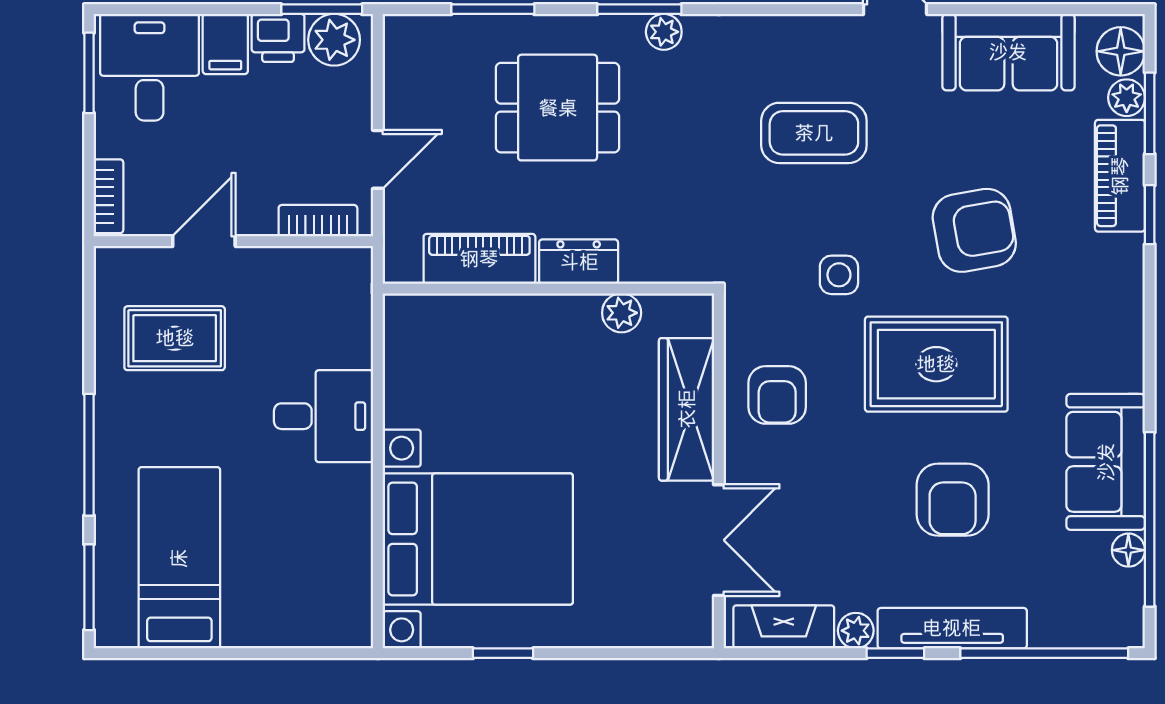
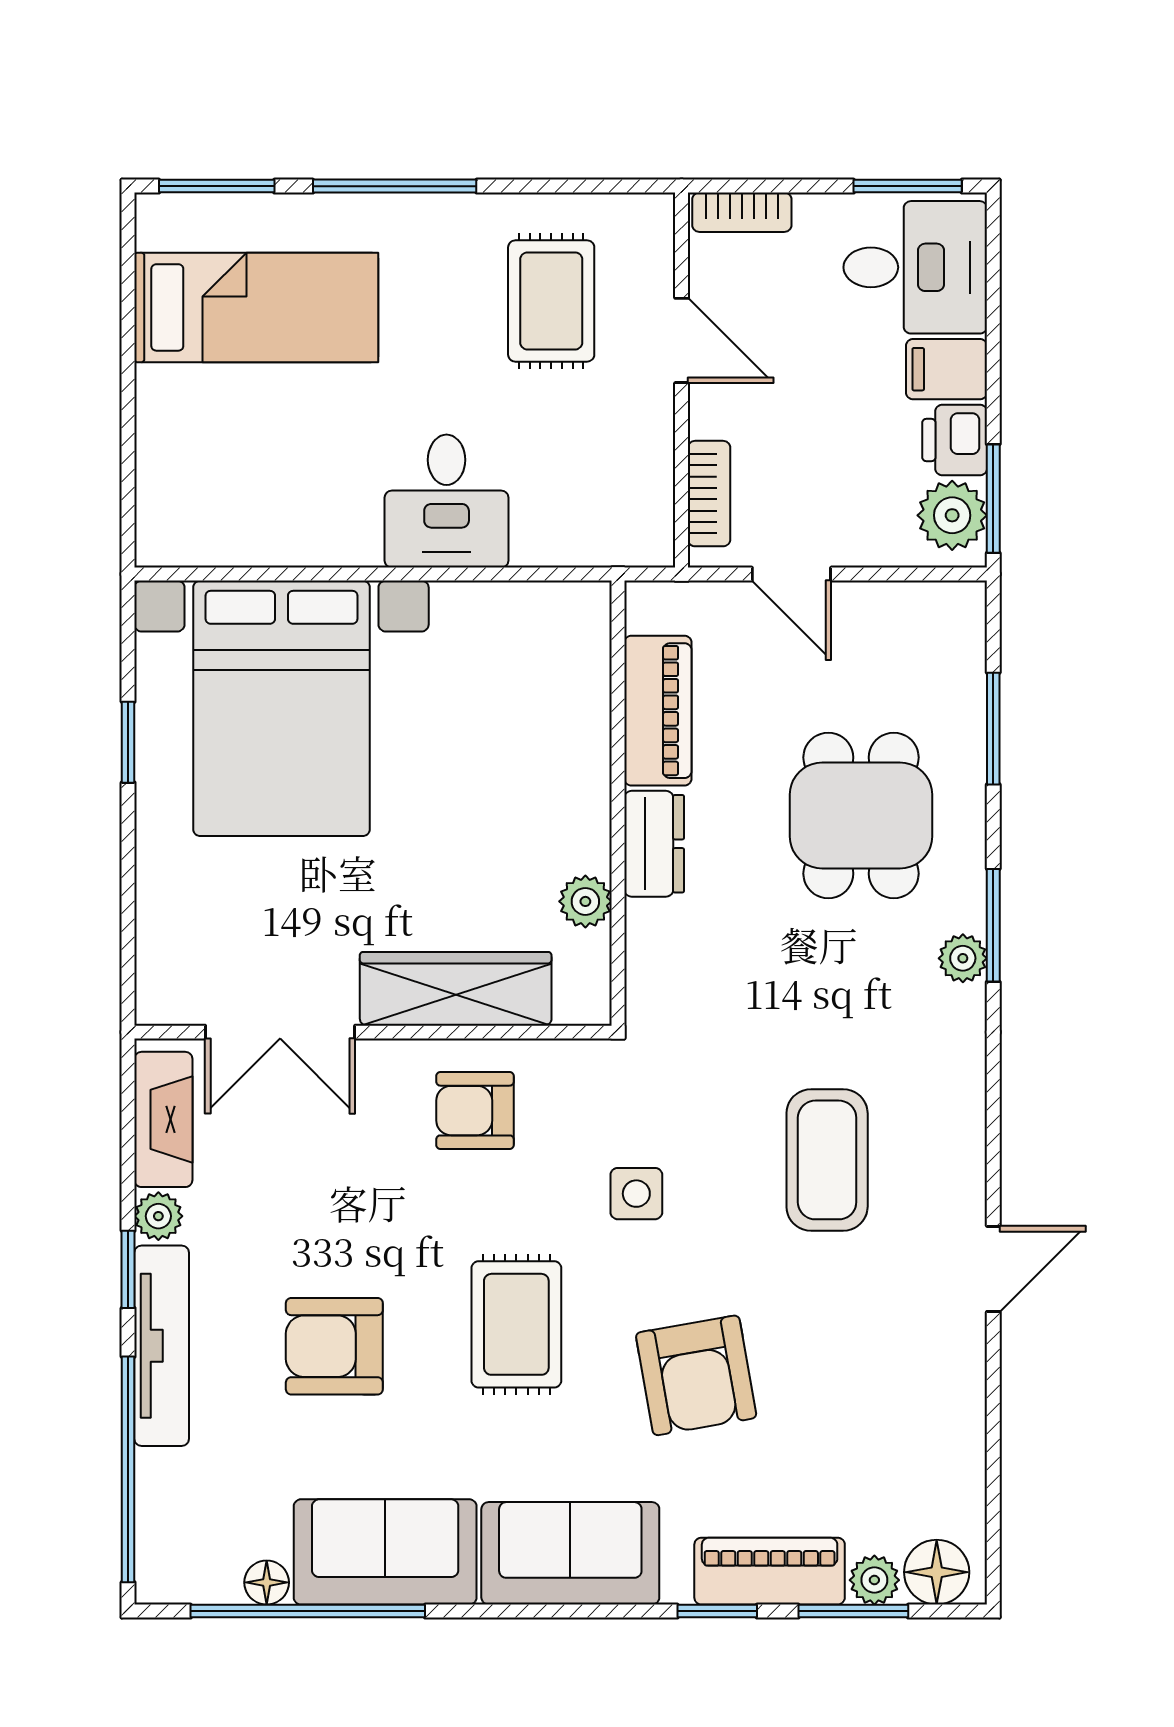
sofa: (1008, 52) -> (570, 1553), moved, turned 90
rug: (936, 364) -> (516, 1324), width x0.73, depth x0.70

